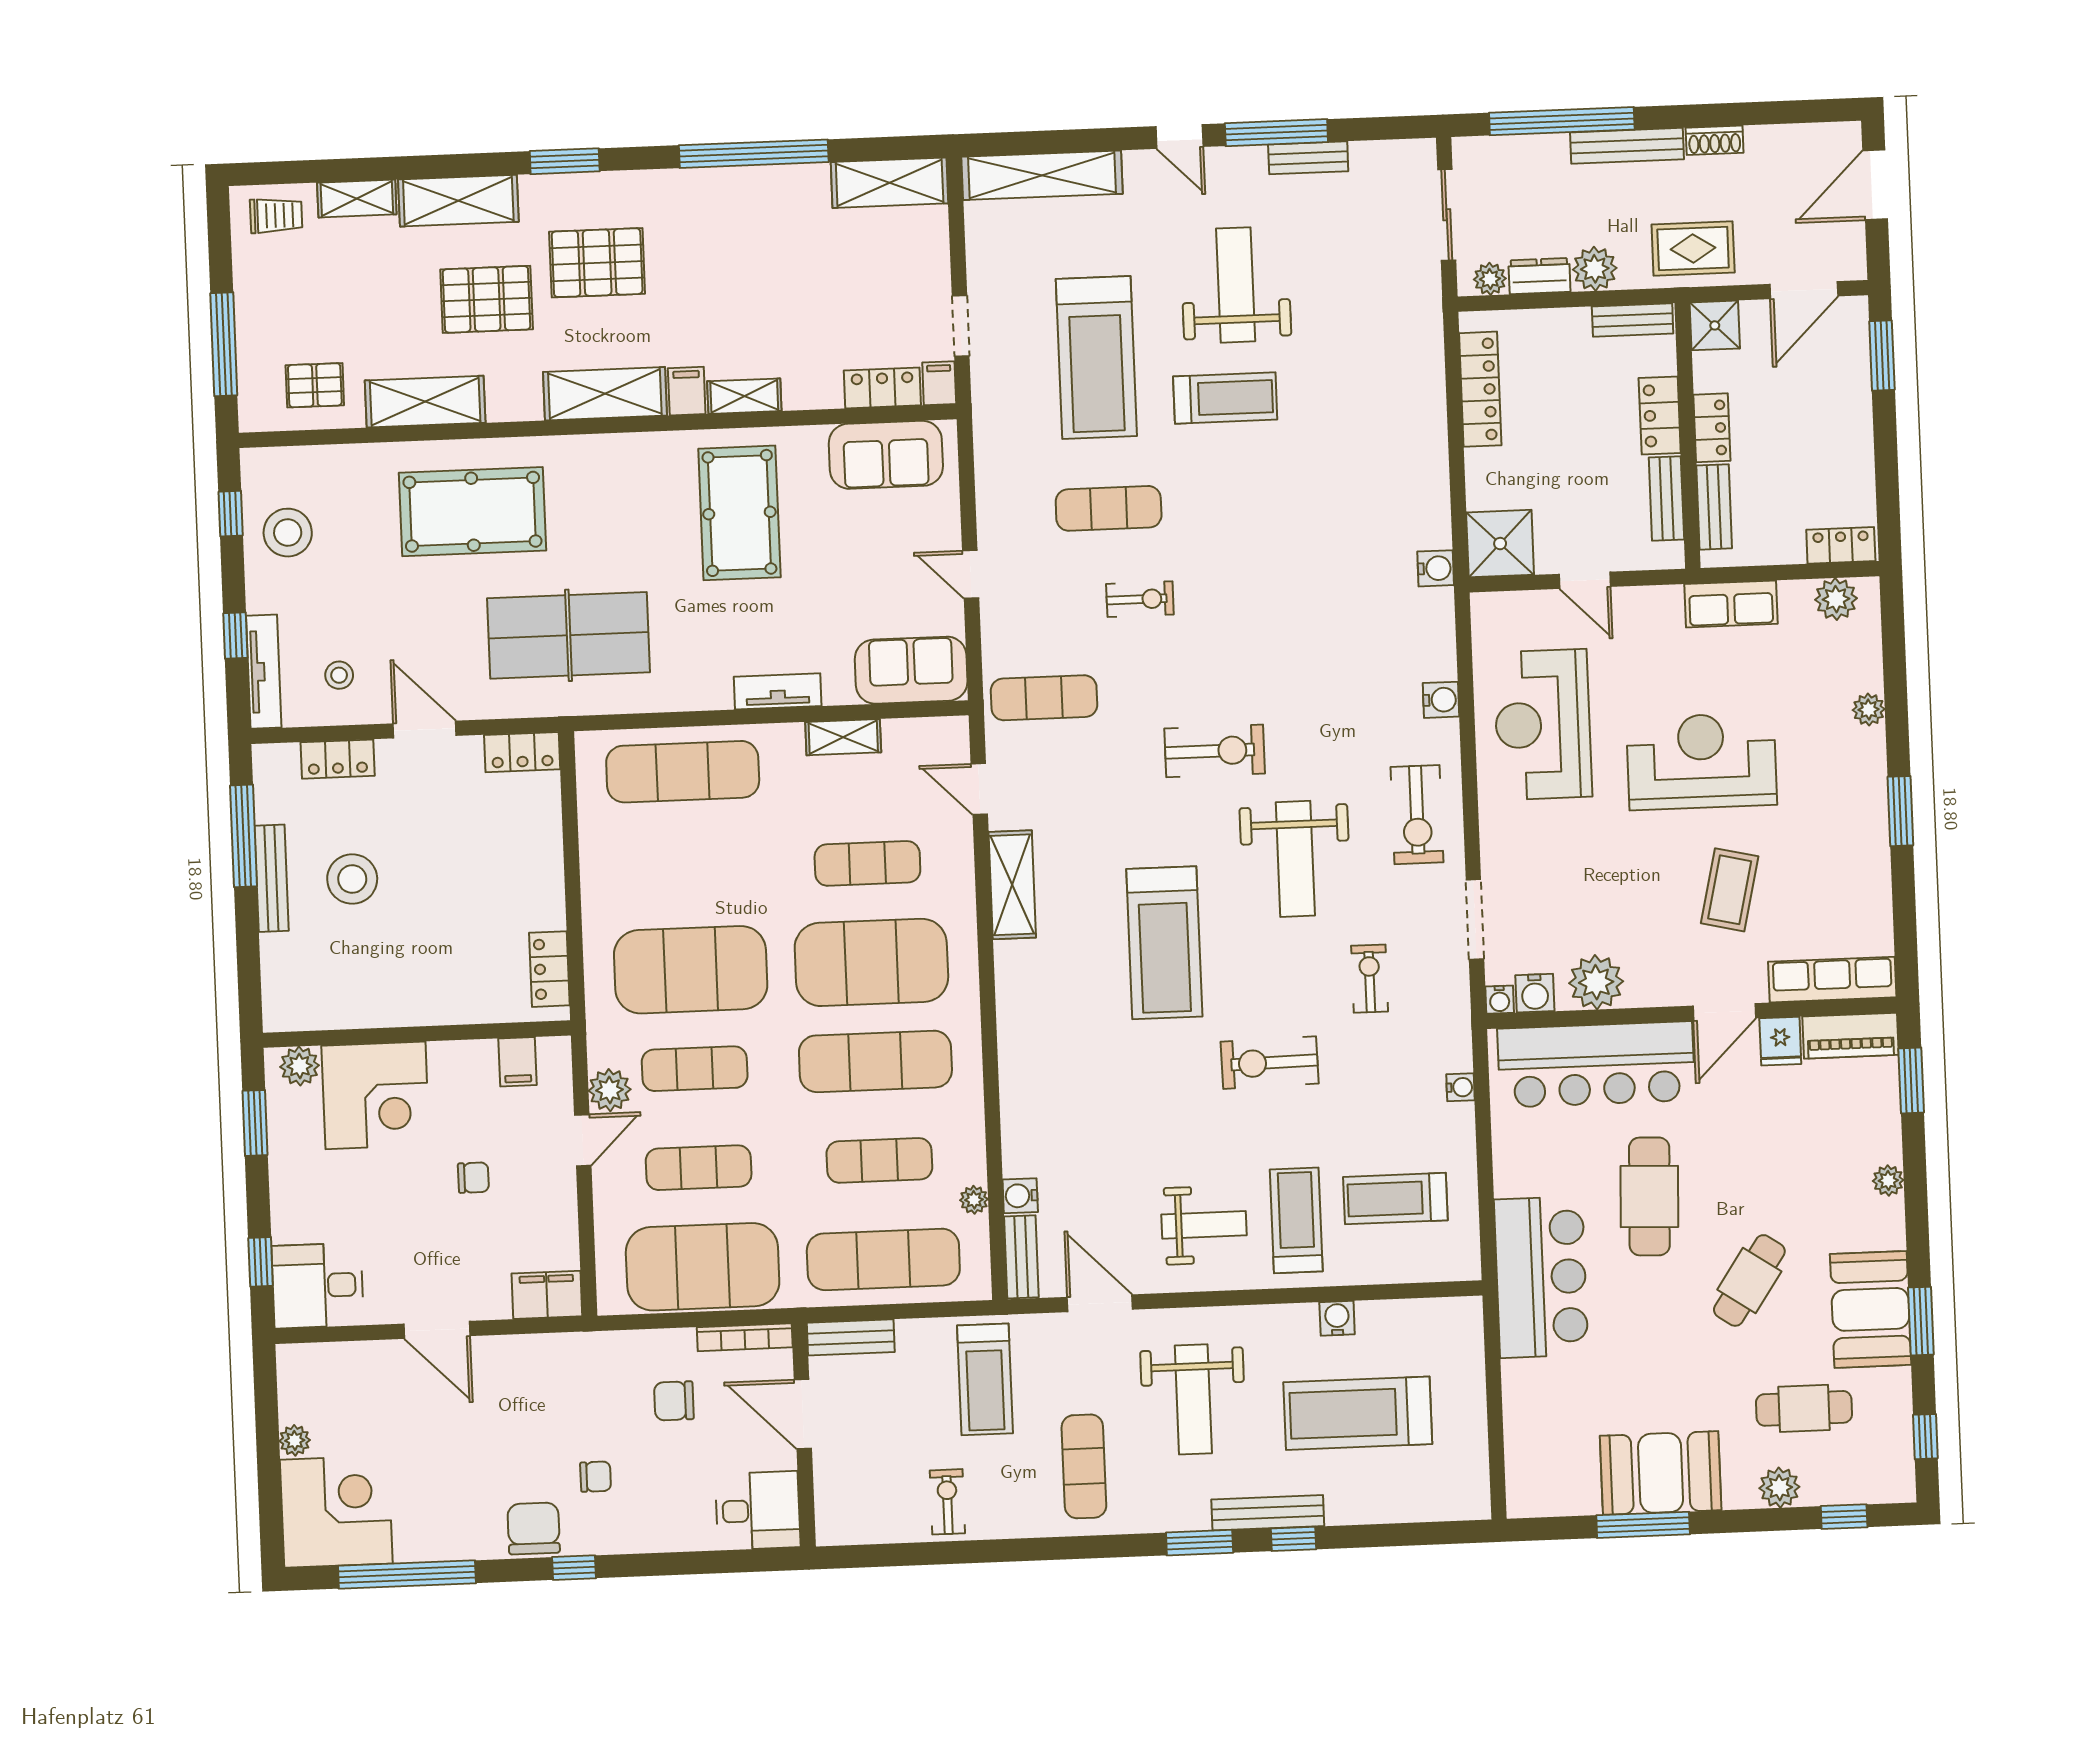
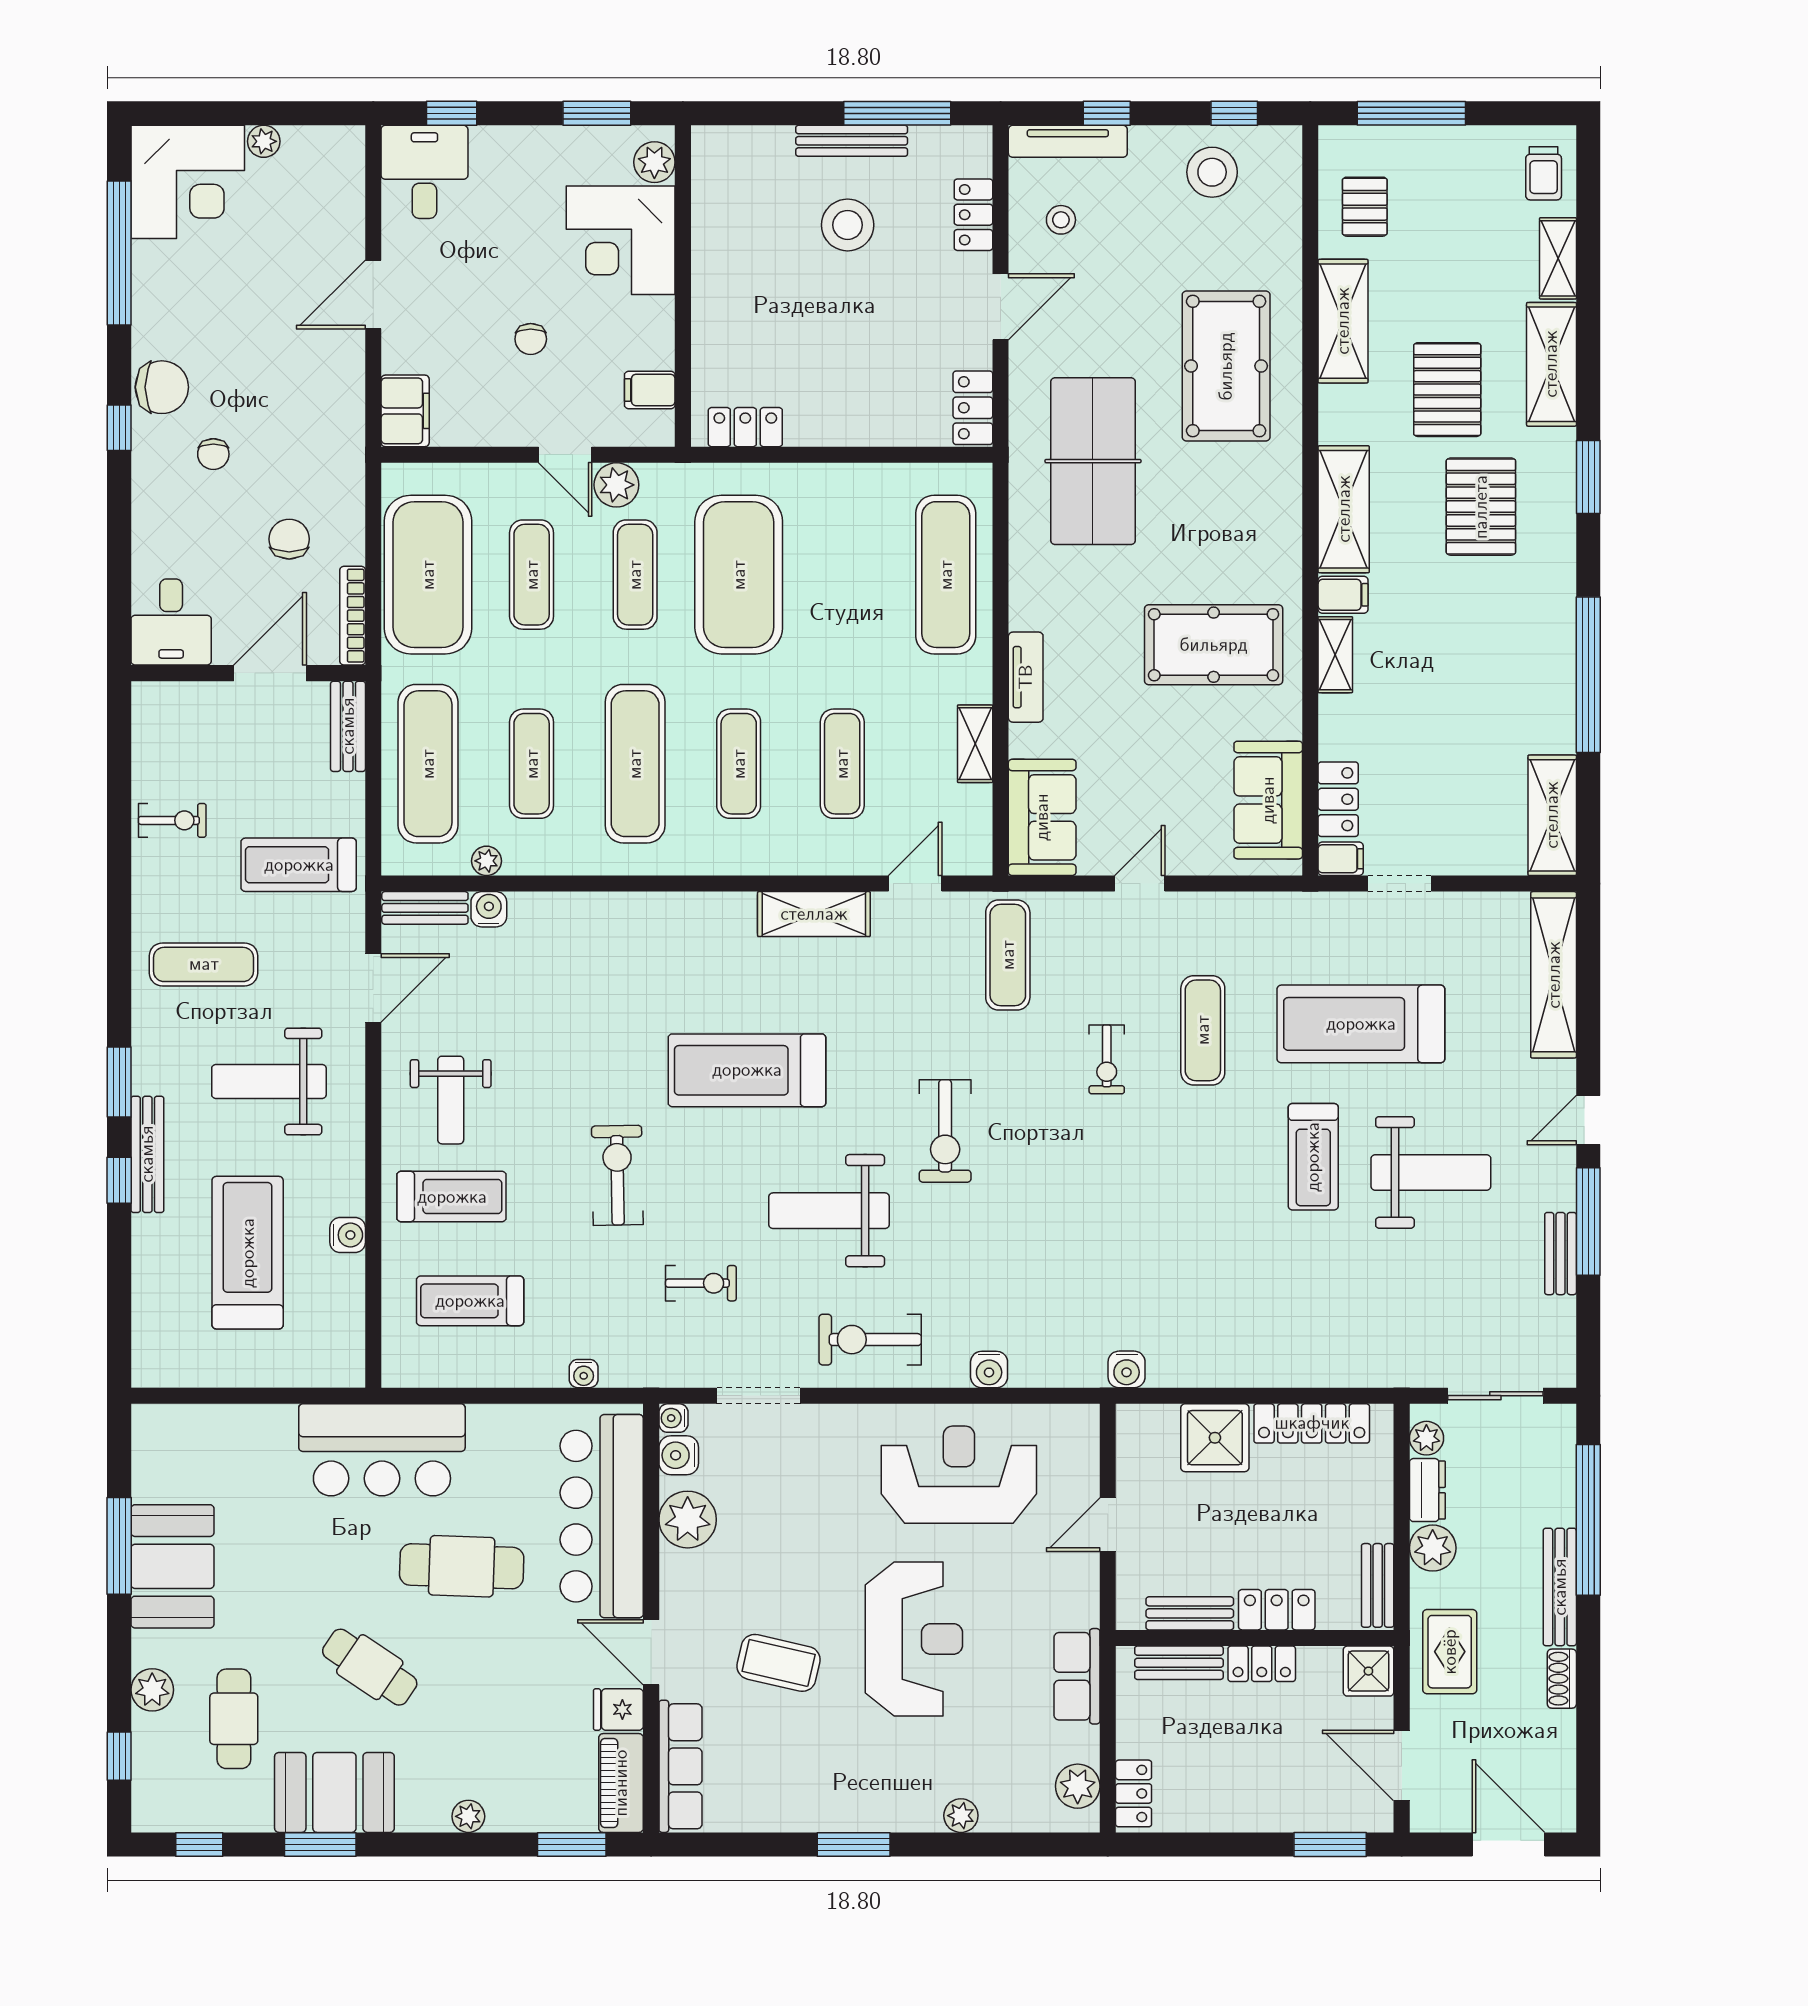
shower: (1500, 544) -> (1215, 1438), moved
exercise mat: (871, 962) -> (739, 764), width x0.50, depth x0.69
treadmill: (1395, 1199) -> (470, 1301), turned -90

